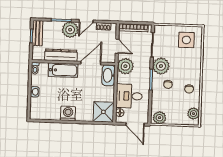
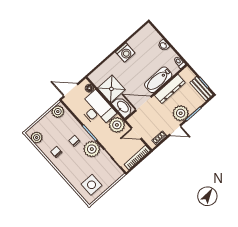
door: (86, 21) -> (175, 130), swing flipped
door: (91, 63) -> (143, 104), swing flipped
desk: (129, 96) -> (97, 110), width x1.37
shower: (103, 112) -> (111, 89), moved

